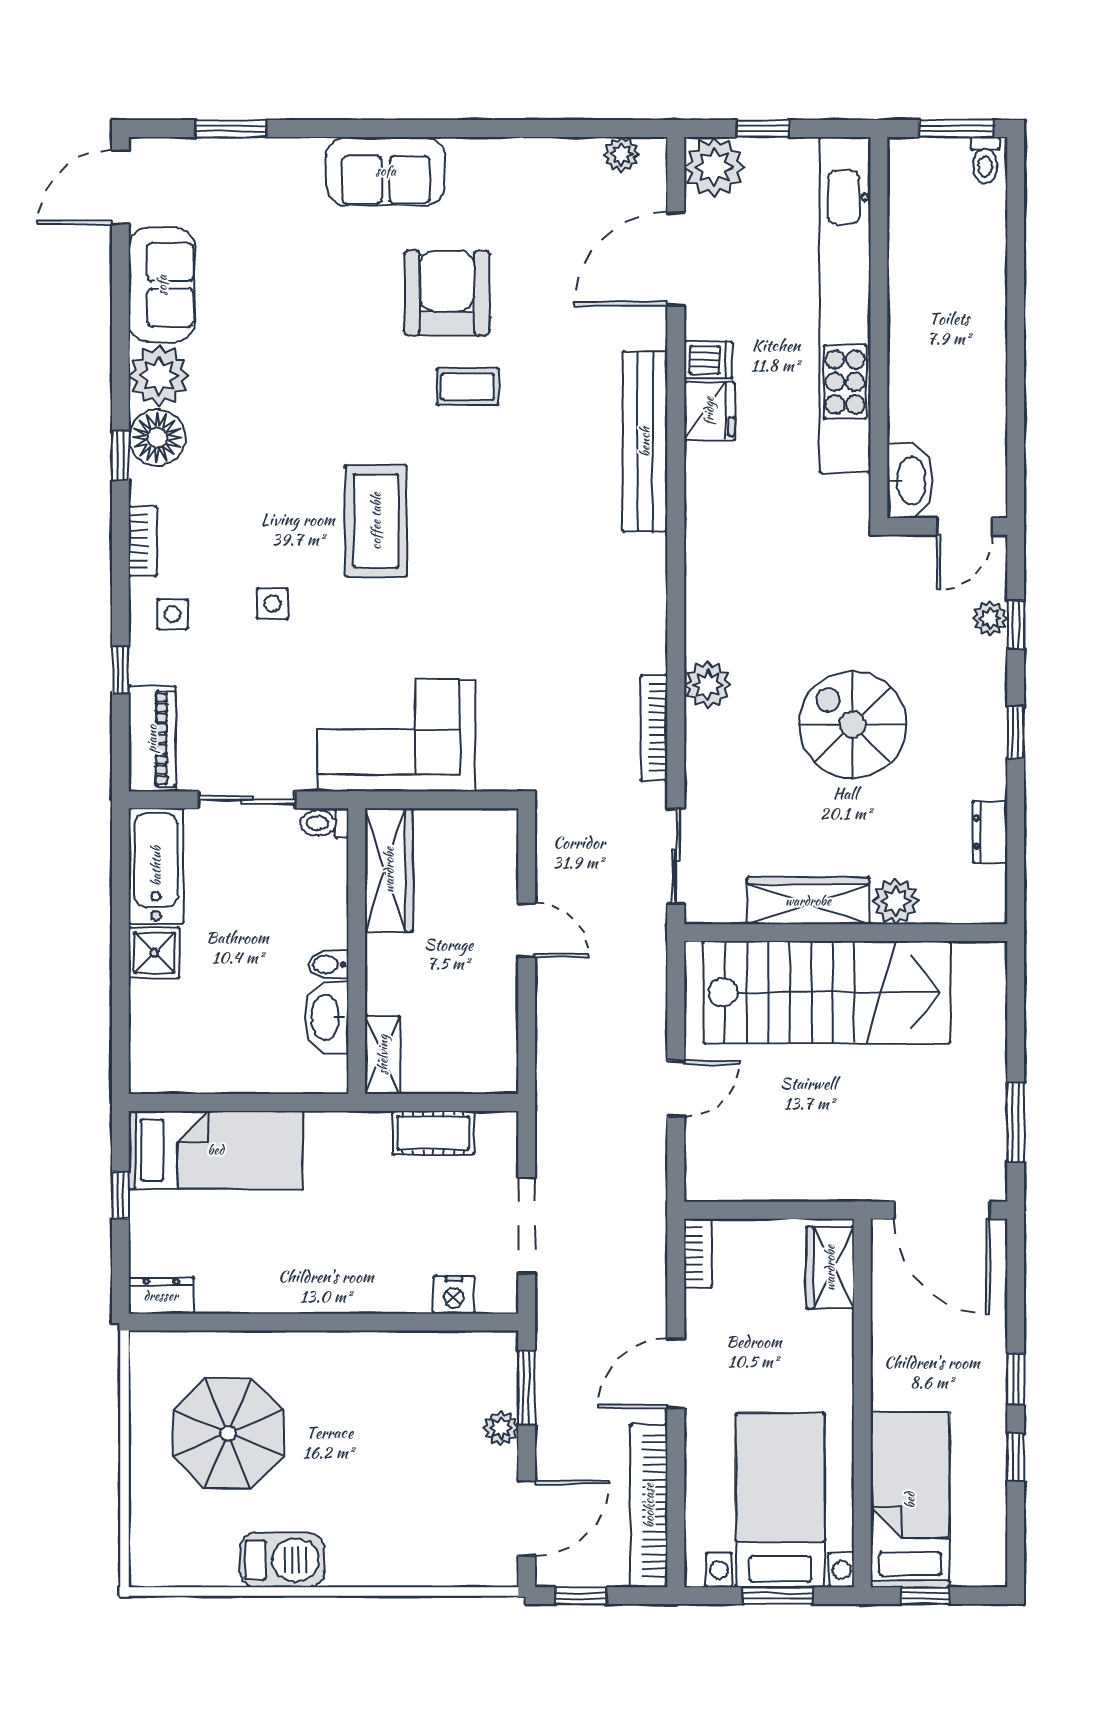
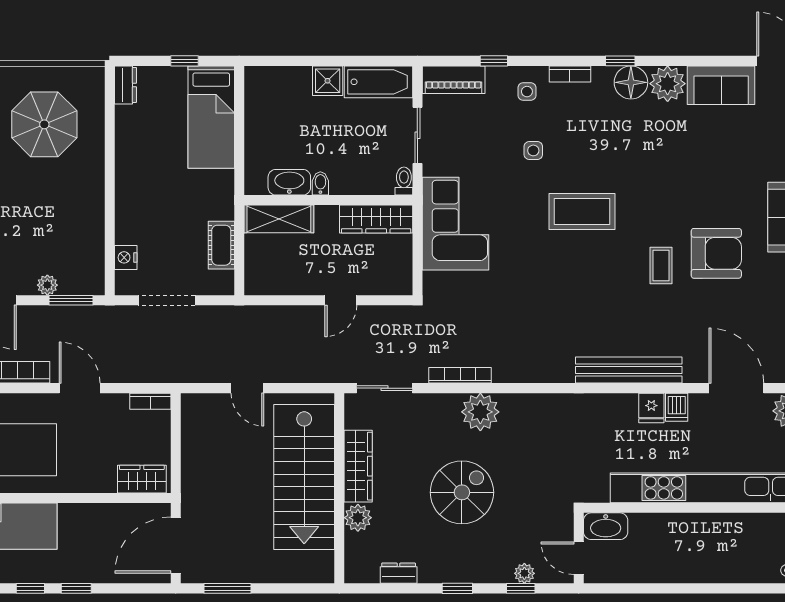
fridge: (709, 411) -> (651, 408), width x0.72
plant: (708, 685) -> (480, 412), width x1.36, depth x1.36
shelving: (383, 1055) -> (279, 219), width x1.50, depth x1.33

